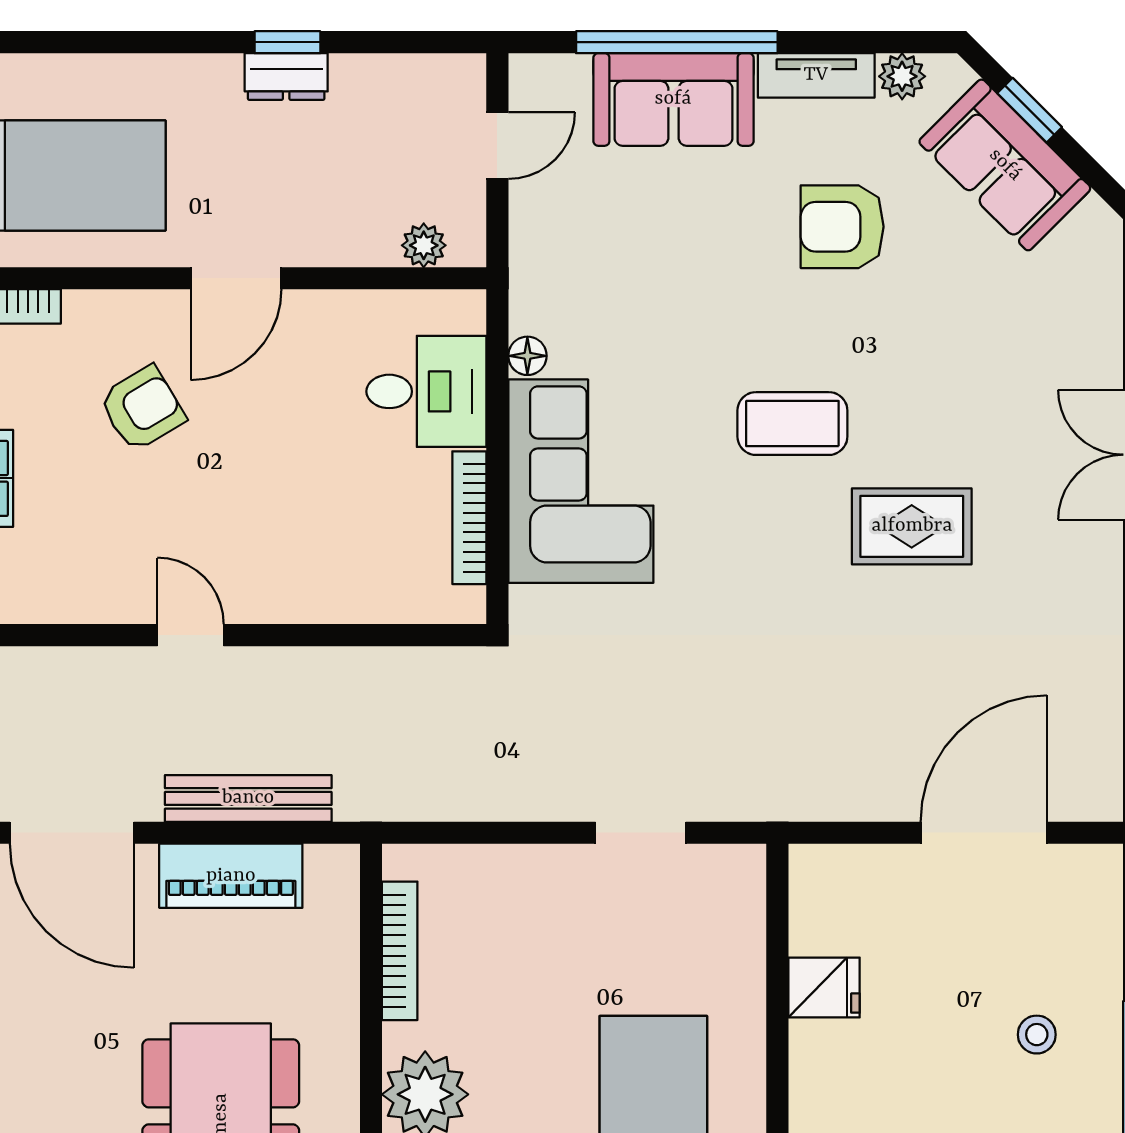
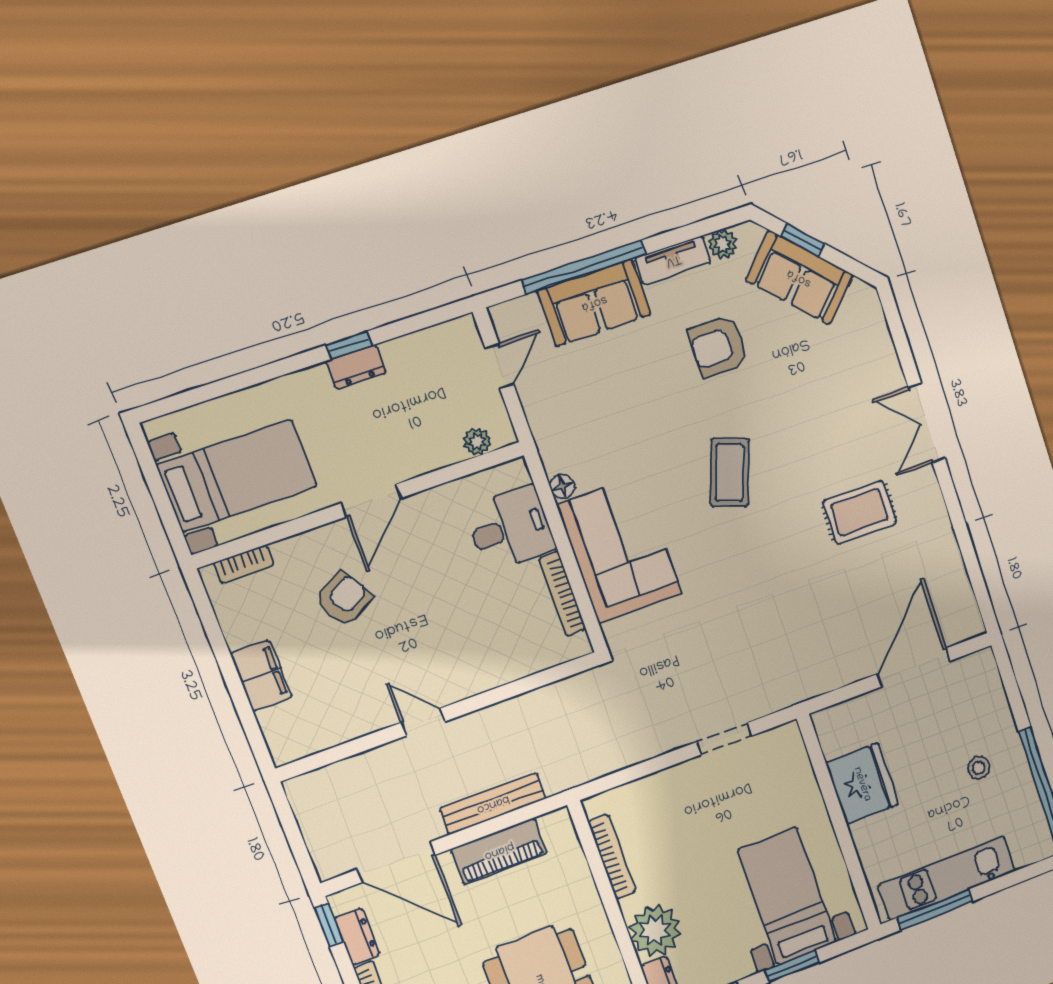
coffee table: (792, 424) -> (729, 473), turned -70
rug: (912, 526) -> (859, 512), moved
fridge: (824, 987) -> (862, 784), width x1.88, depth x1.34

